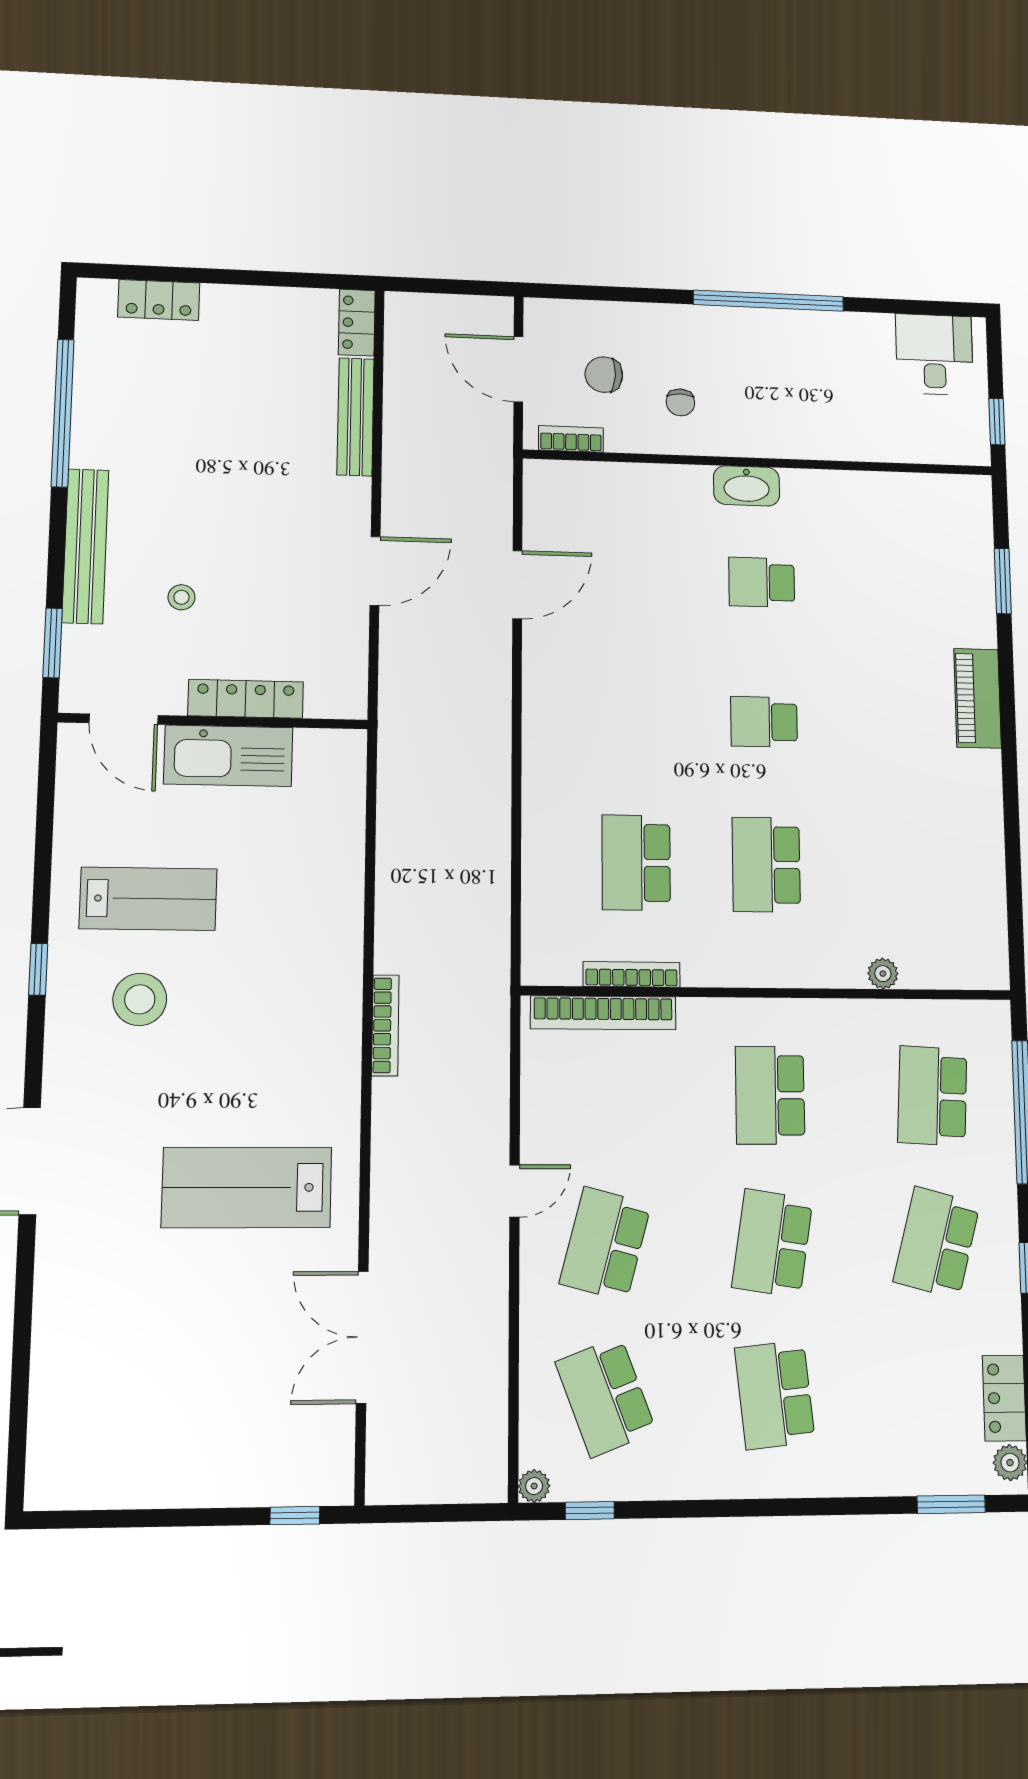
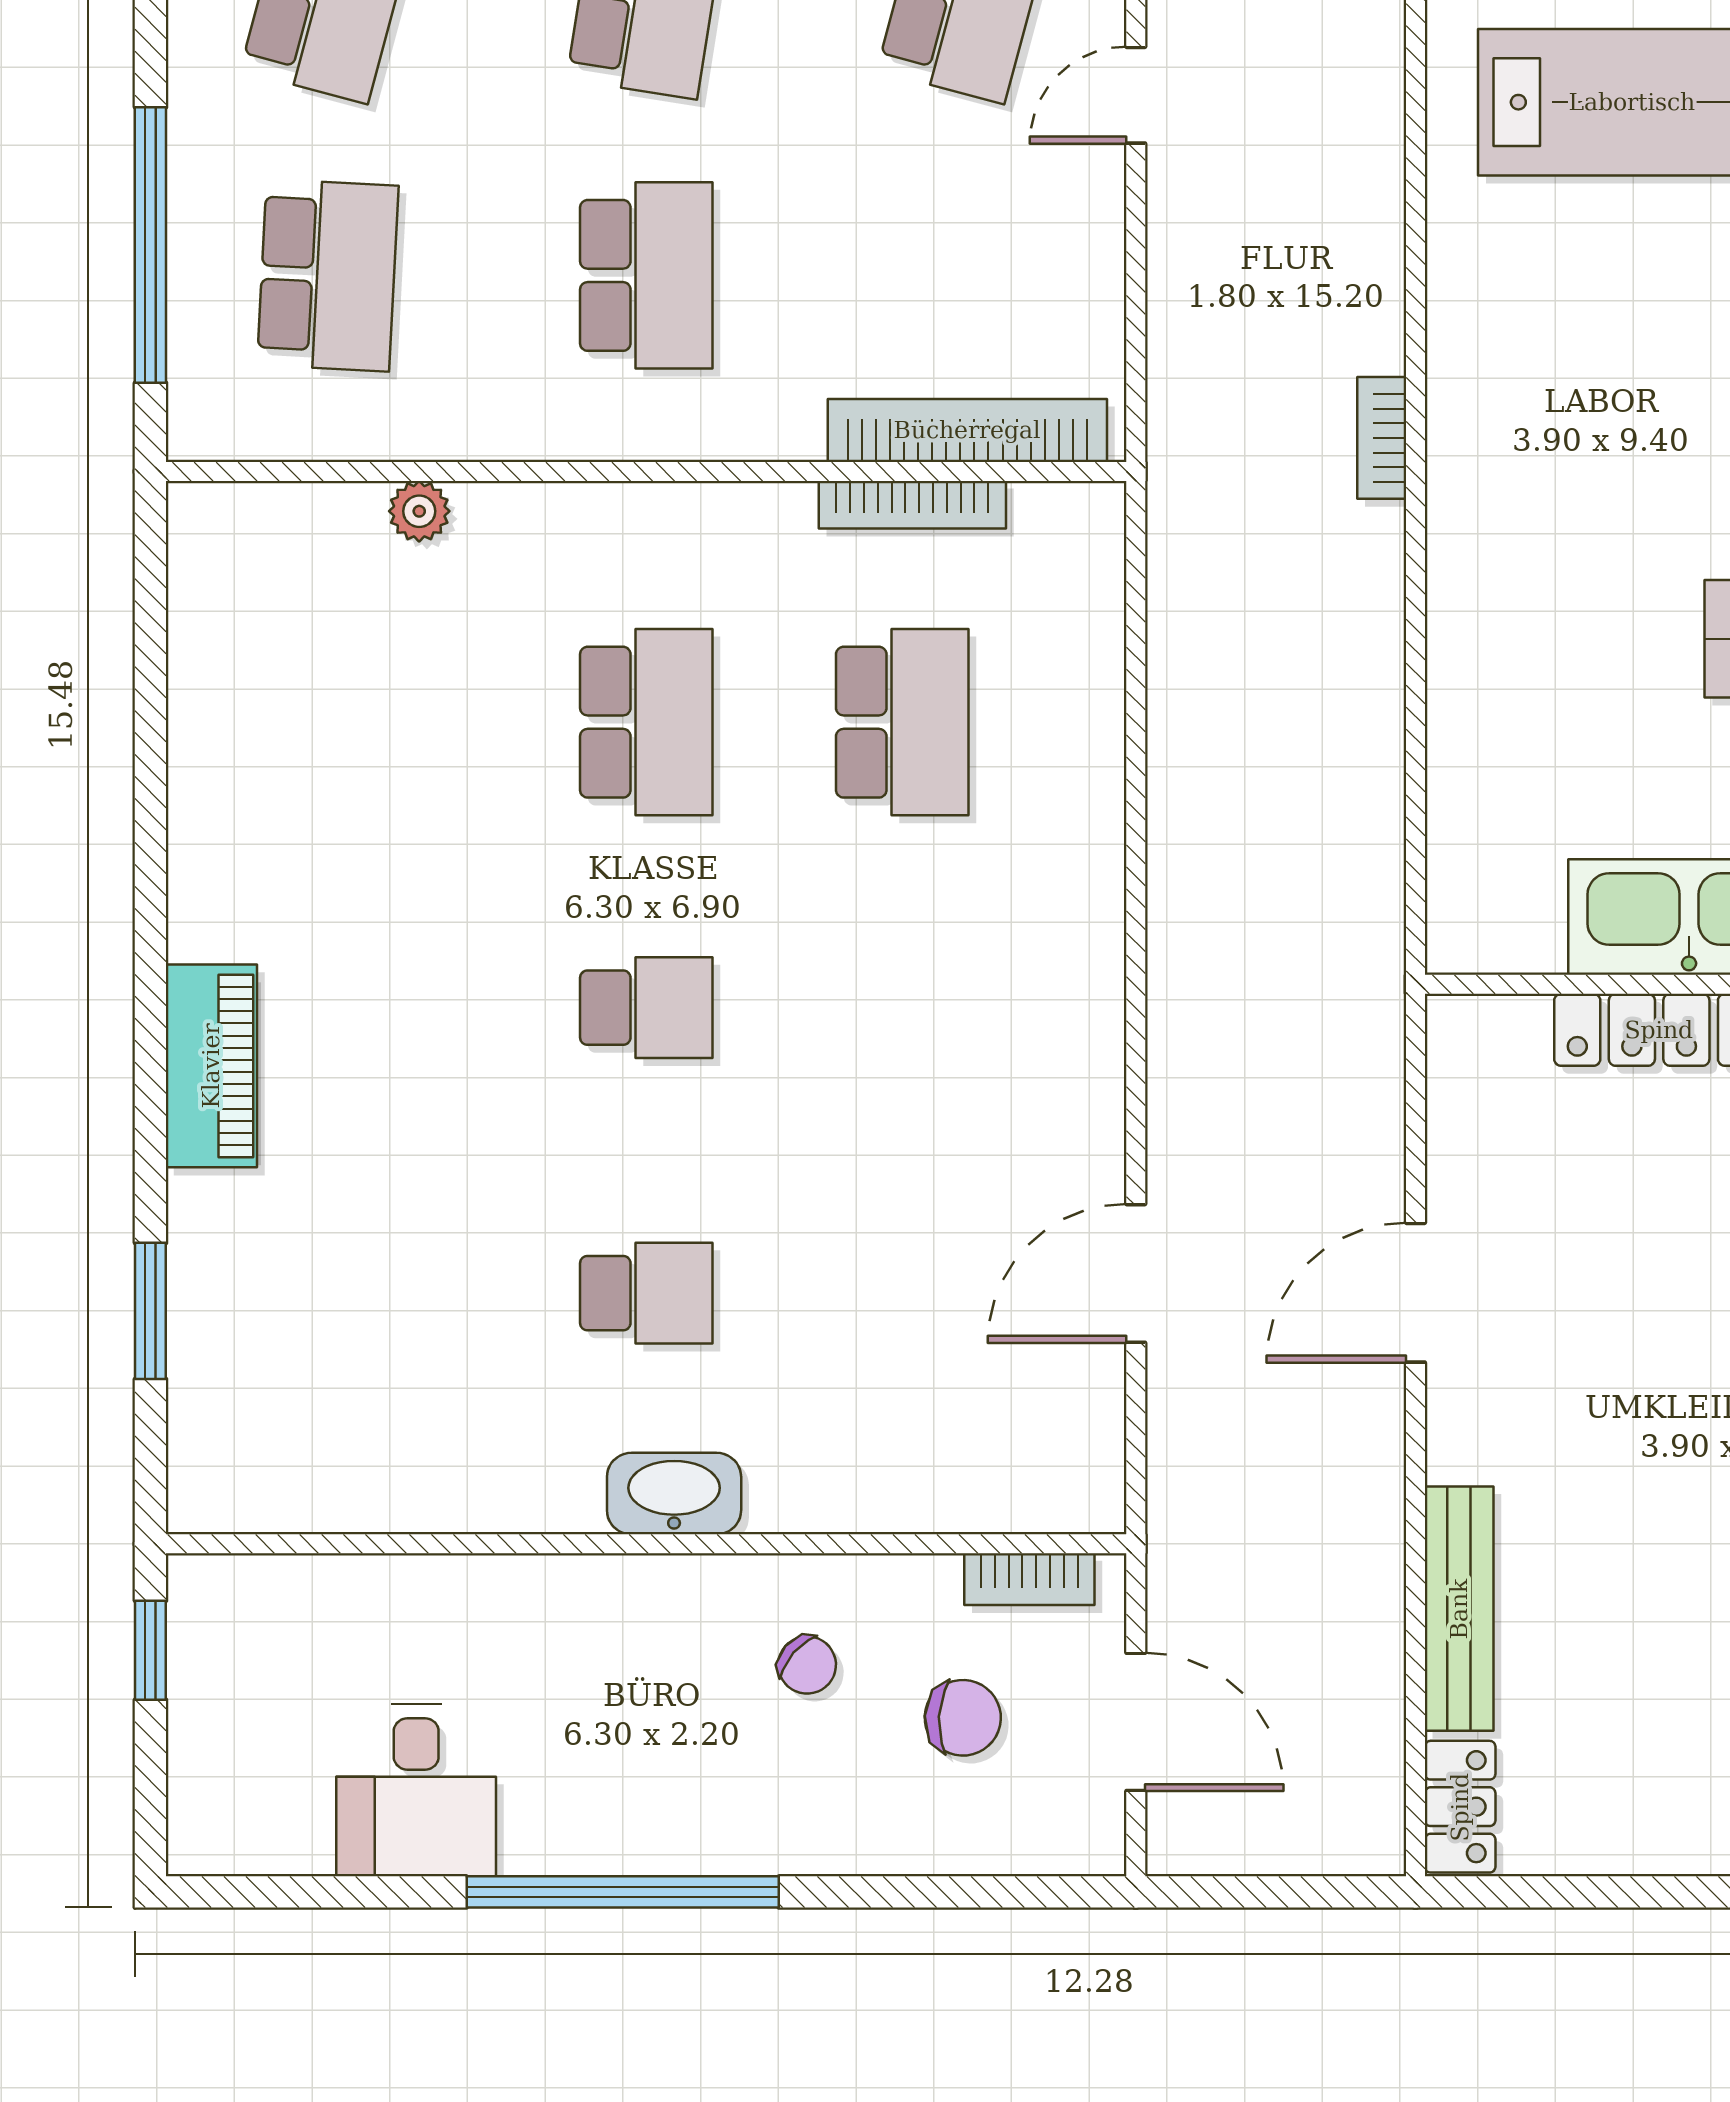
desk: (934, 354) -> (416, 1790), moved
chair: (680, 402) -> (807, 1665), turned 131
bookcase: (385, 1025) -> (1382, 438), width x0.64

